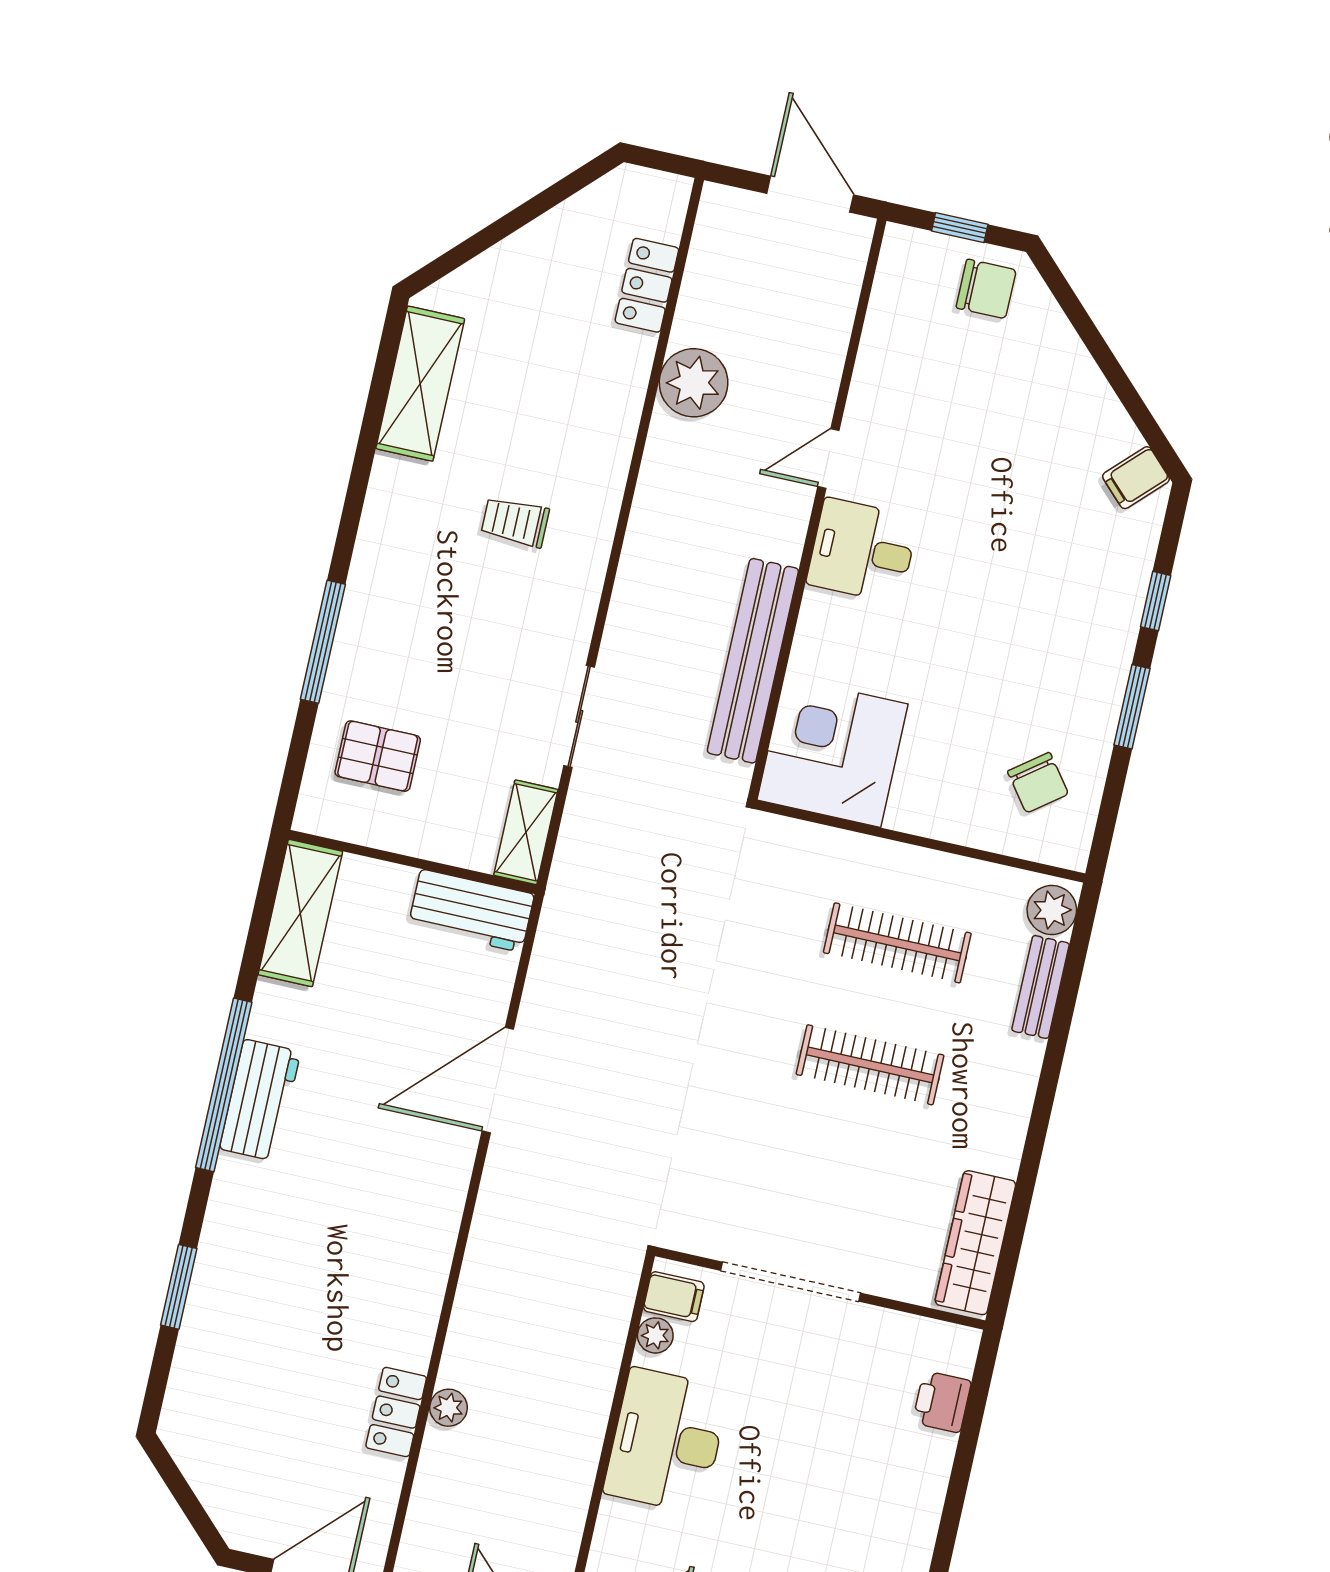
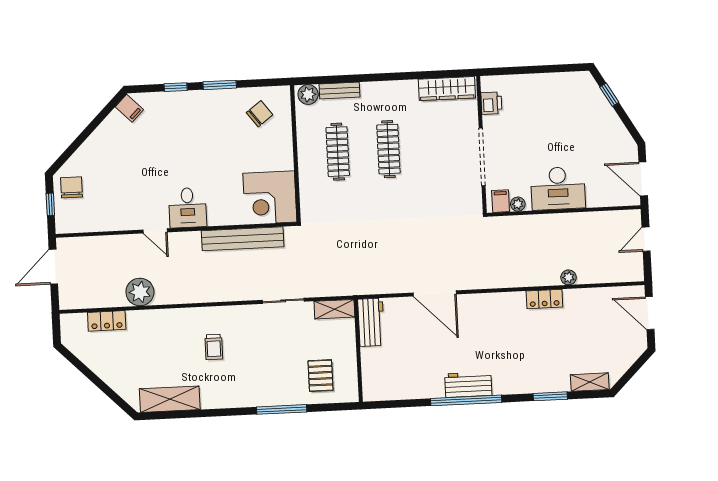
shelving: (300, 913) -> (590, 382), moved, width x0.67, depth x0.75
printer: (942, 1402) -> (491, 103), moved, turned -90
locker: (396, 1412) -> (544, 299), moved

